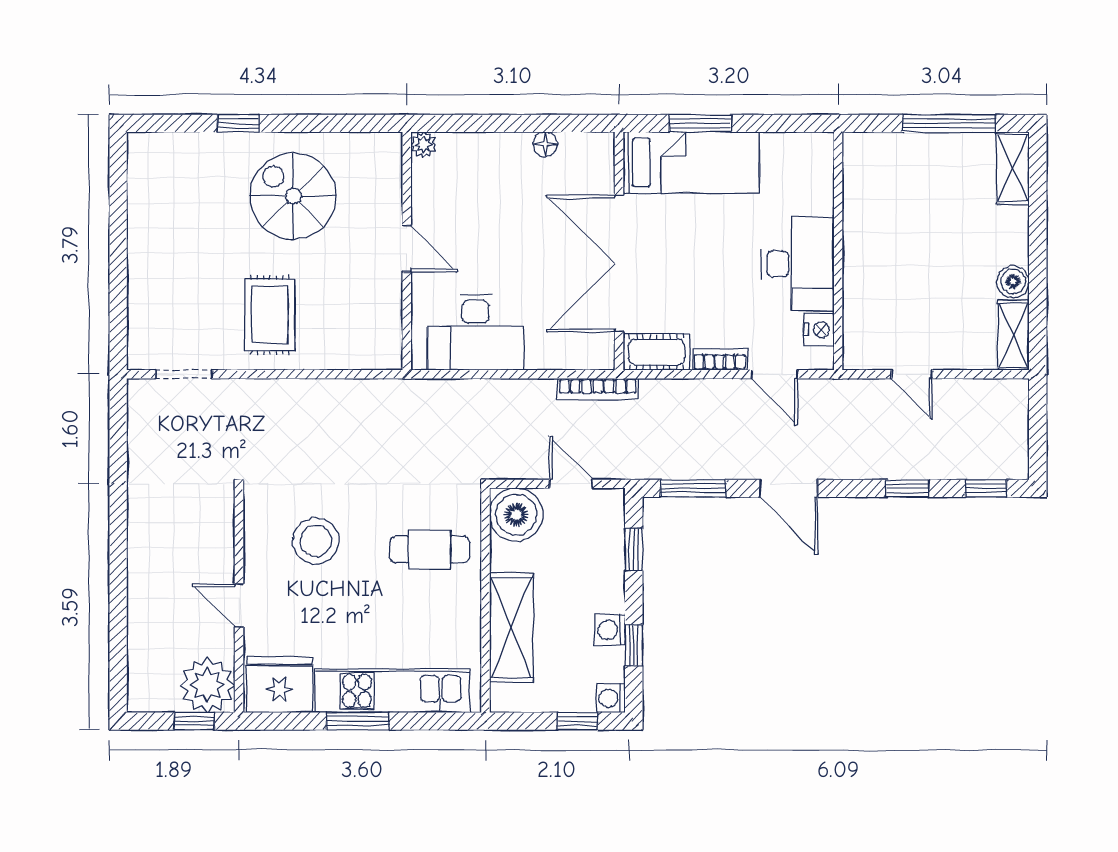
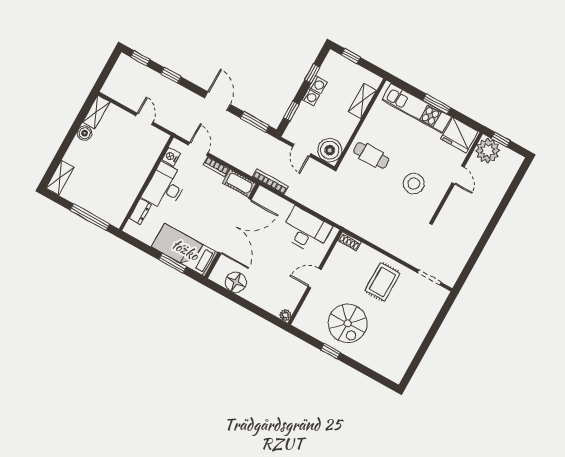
window: (238, 123) -> (331, 351), moved
window: (949, 123) -> (90, 217), moved
floor lamp: (545, 144) -> (236, 282), width x1.89, depth x1.89
dresser: (820, 189) -> (140, 211), added
door: (407, 249) -> (315, 278), hinge flipped
shoe rack: (379, 359) -> (350, 241), added
shelving: (511, 628) -> (362, 101), width x0.67, depth x0.75
washing machine: (611, 698) -> (311, 97), moved

